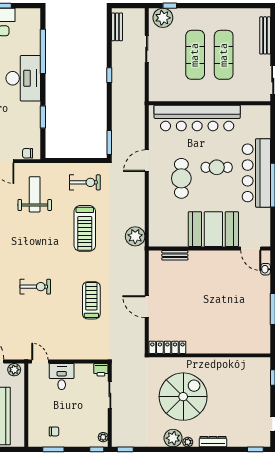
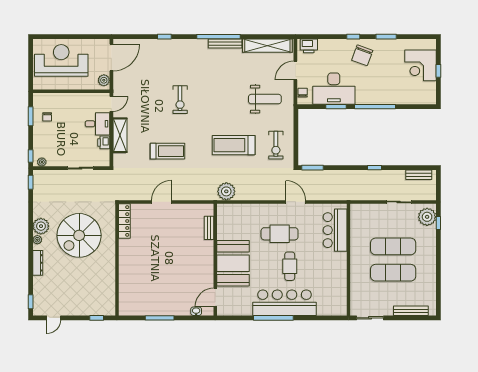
window: (43, 51) -> (375, 107), moved
desk: (23, 78) -> (334, 89), moved
bar counter: (197, 118) -> (335, 230), width x0.54
shelving: (74, 352) -> (120, 135), added
printer: (101, 370) -> (104, 142), moved
spiral stairs: (183, 397) -> (79, 235), turned 90

